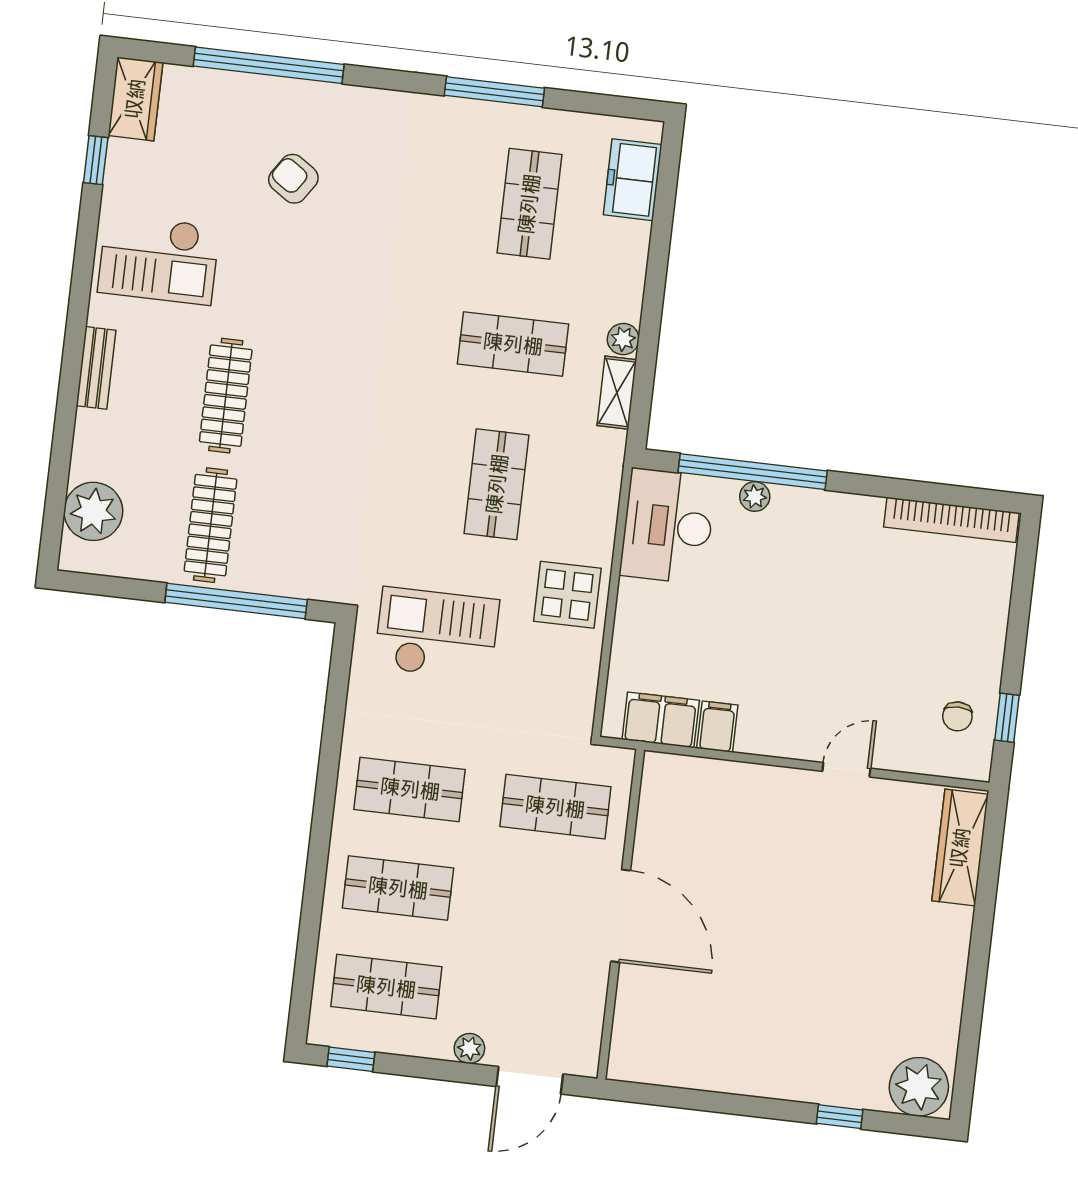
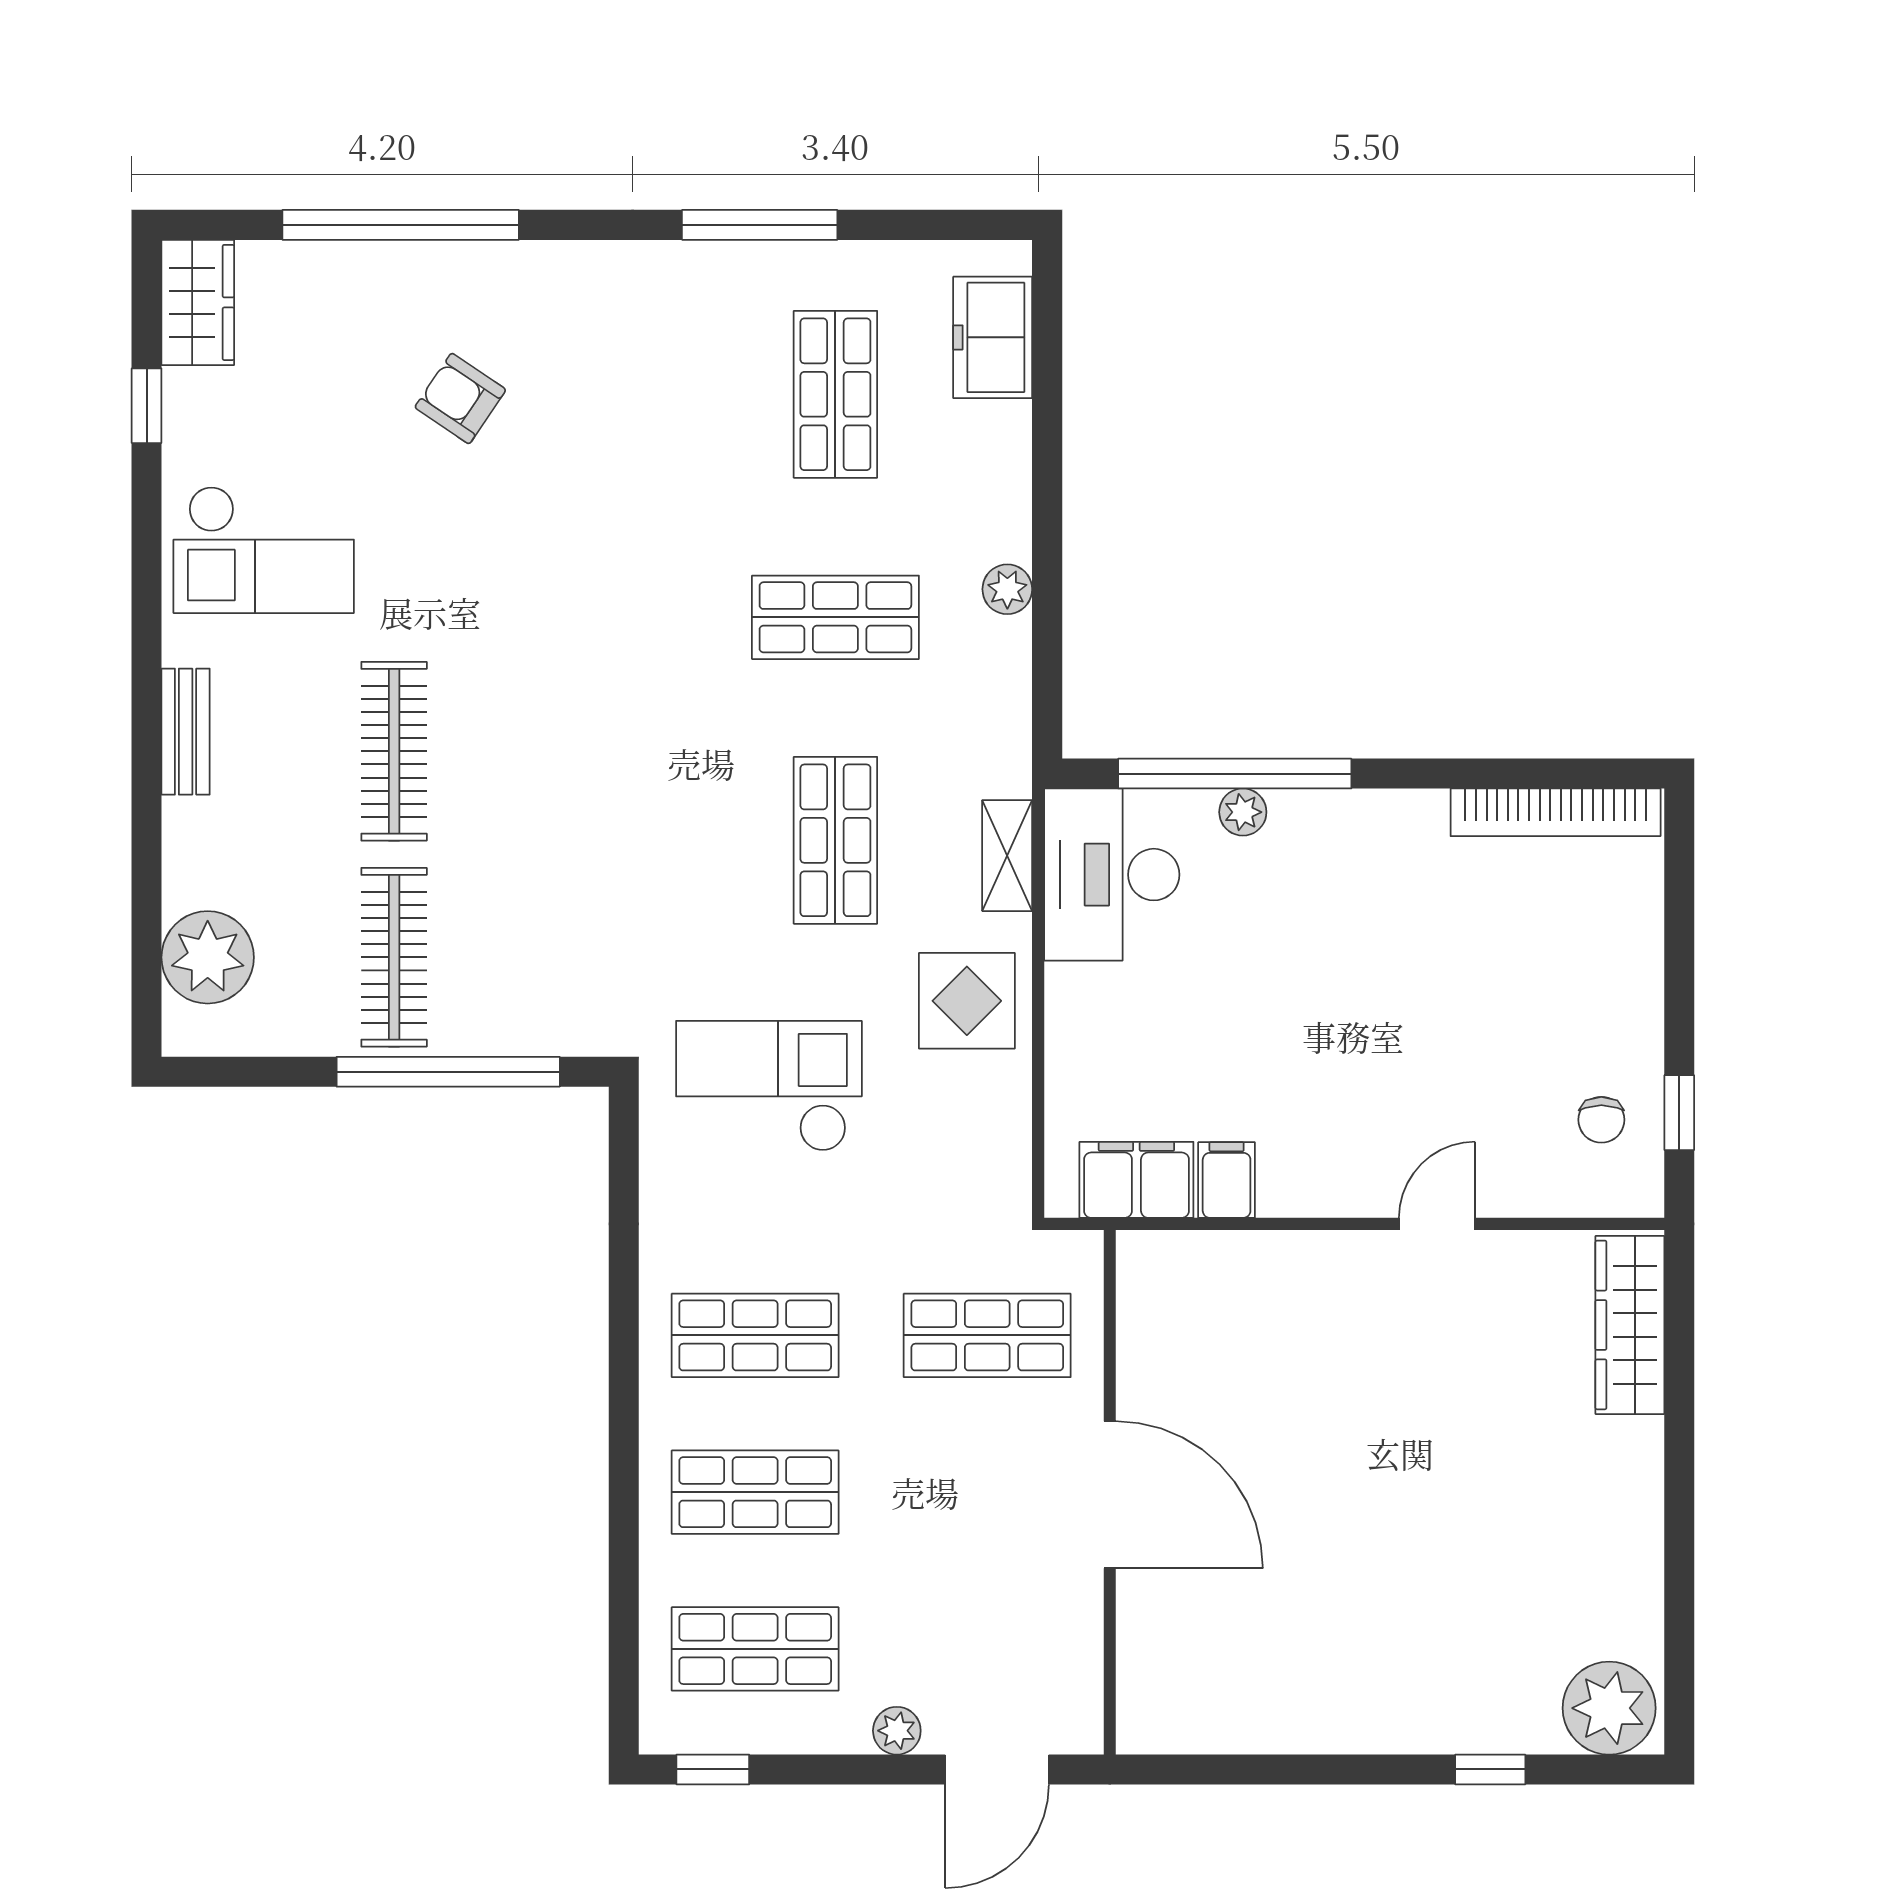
shelving: (617, 393) -> (1007, 856), moved

